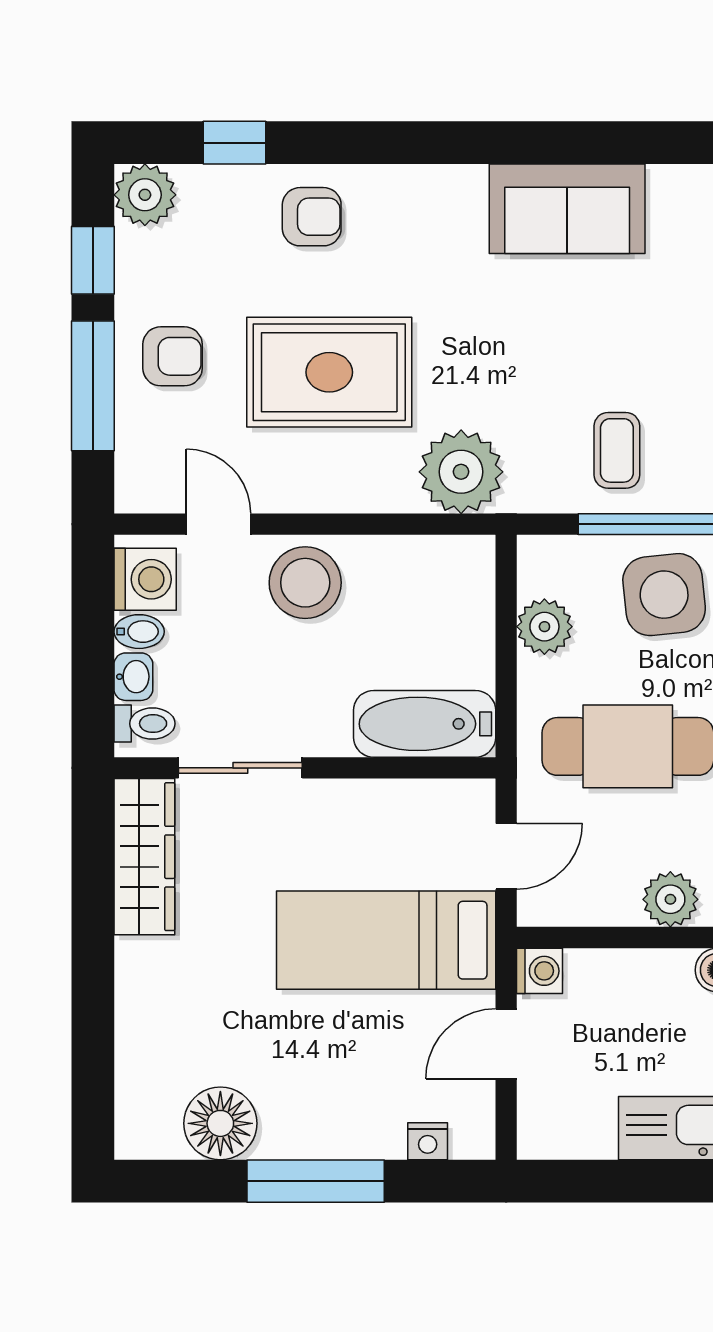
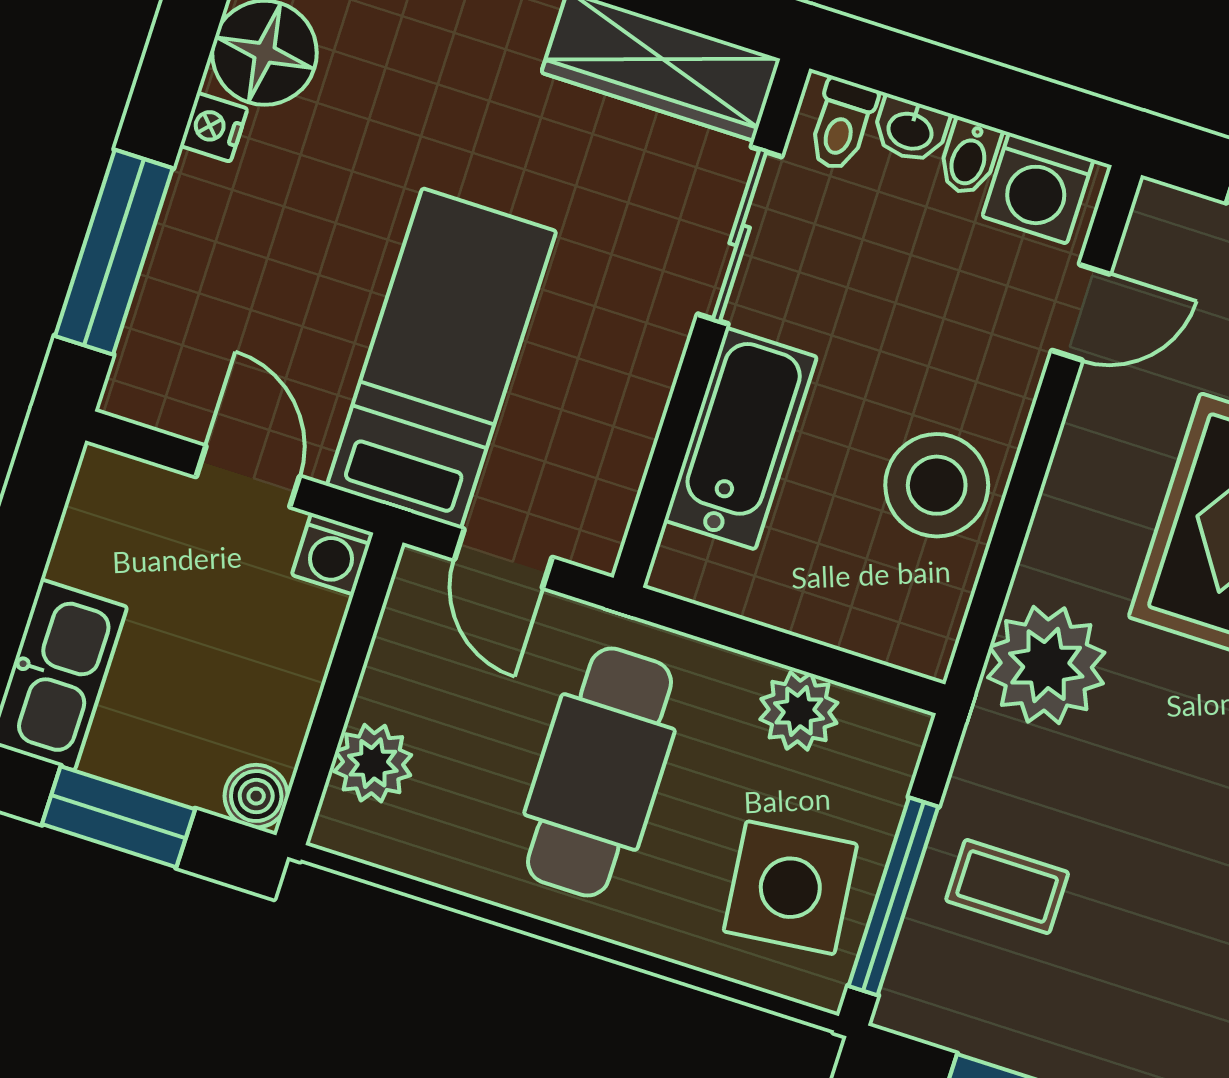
stool: (305, 583) -> (937, 485), moved
bathtub: (425, 724) -> (741, 439), moved
nightstand: (428, 1141) -> (214, 127), moved
window: (316, 1181) -> (114, 252), moved

